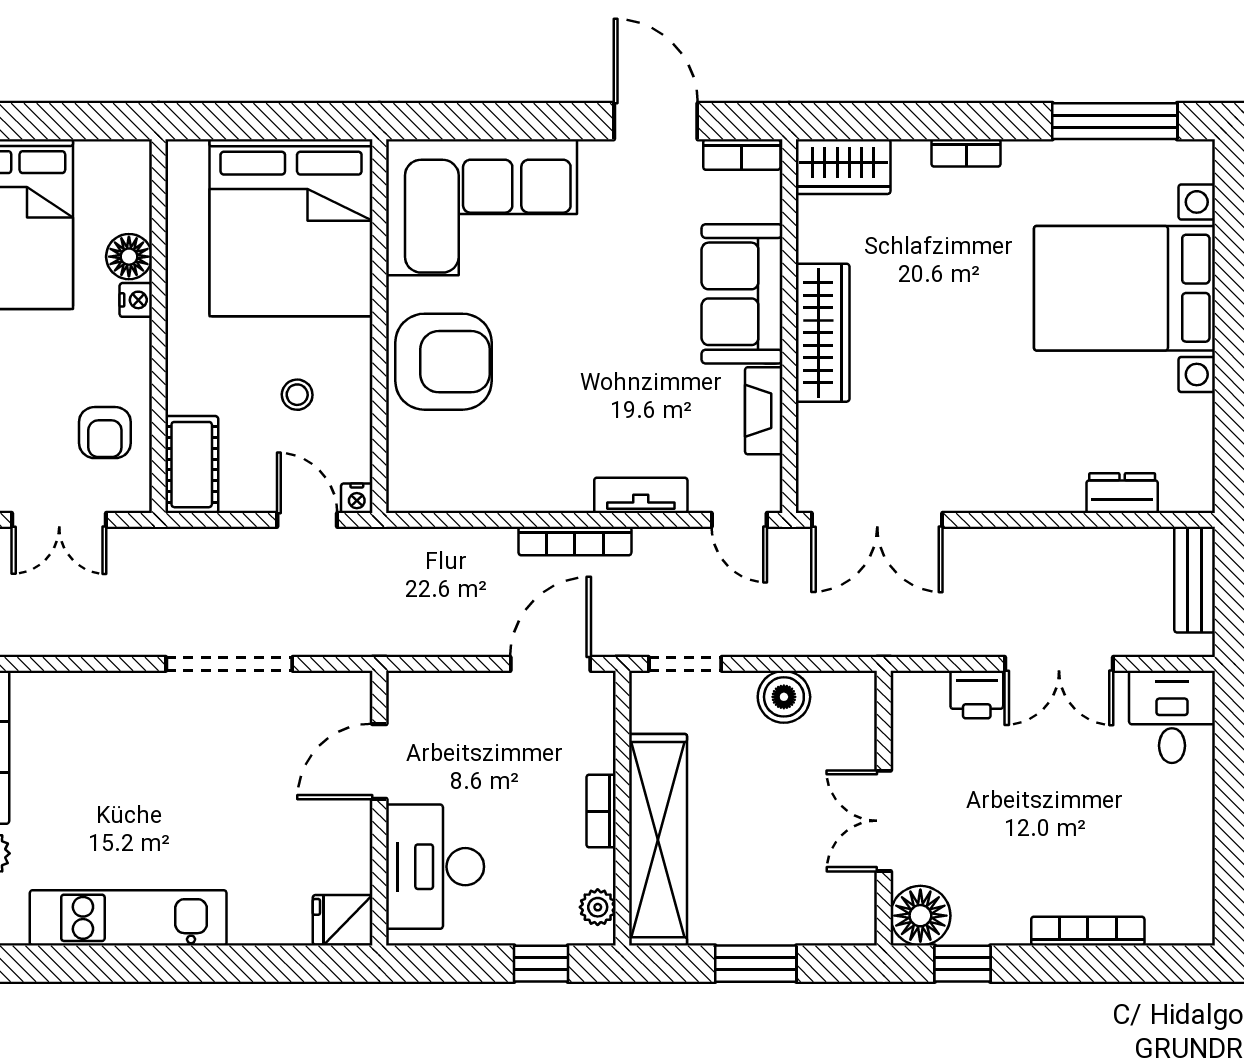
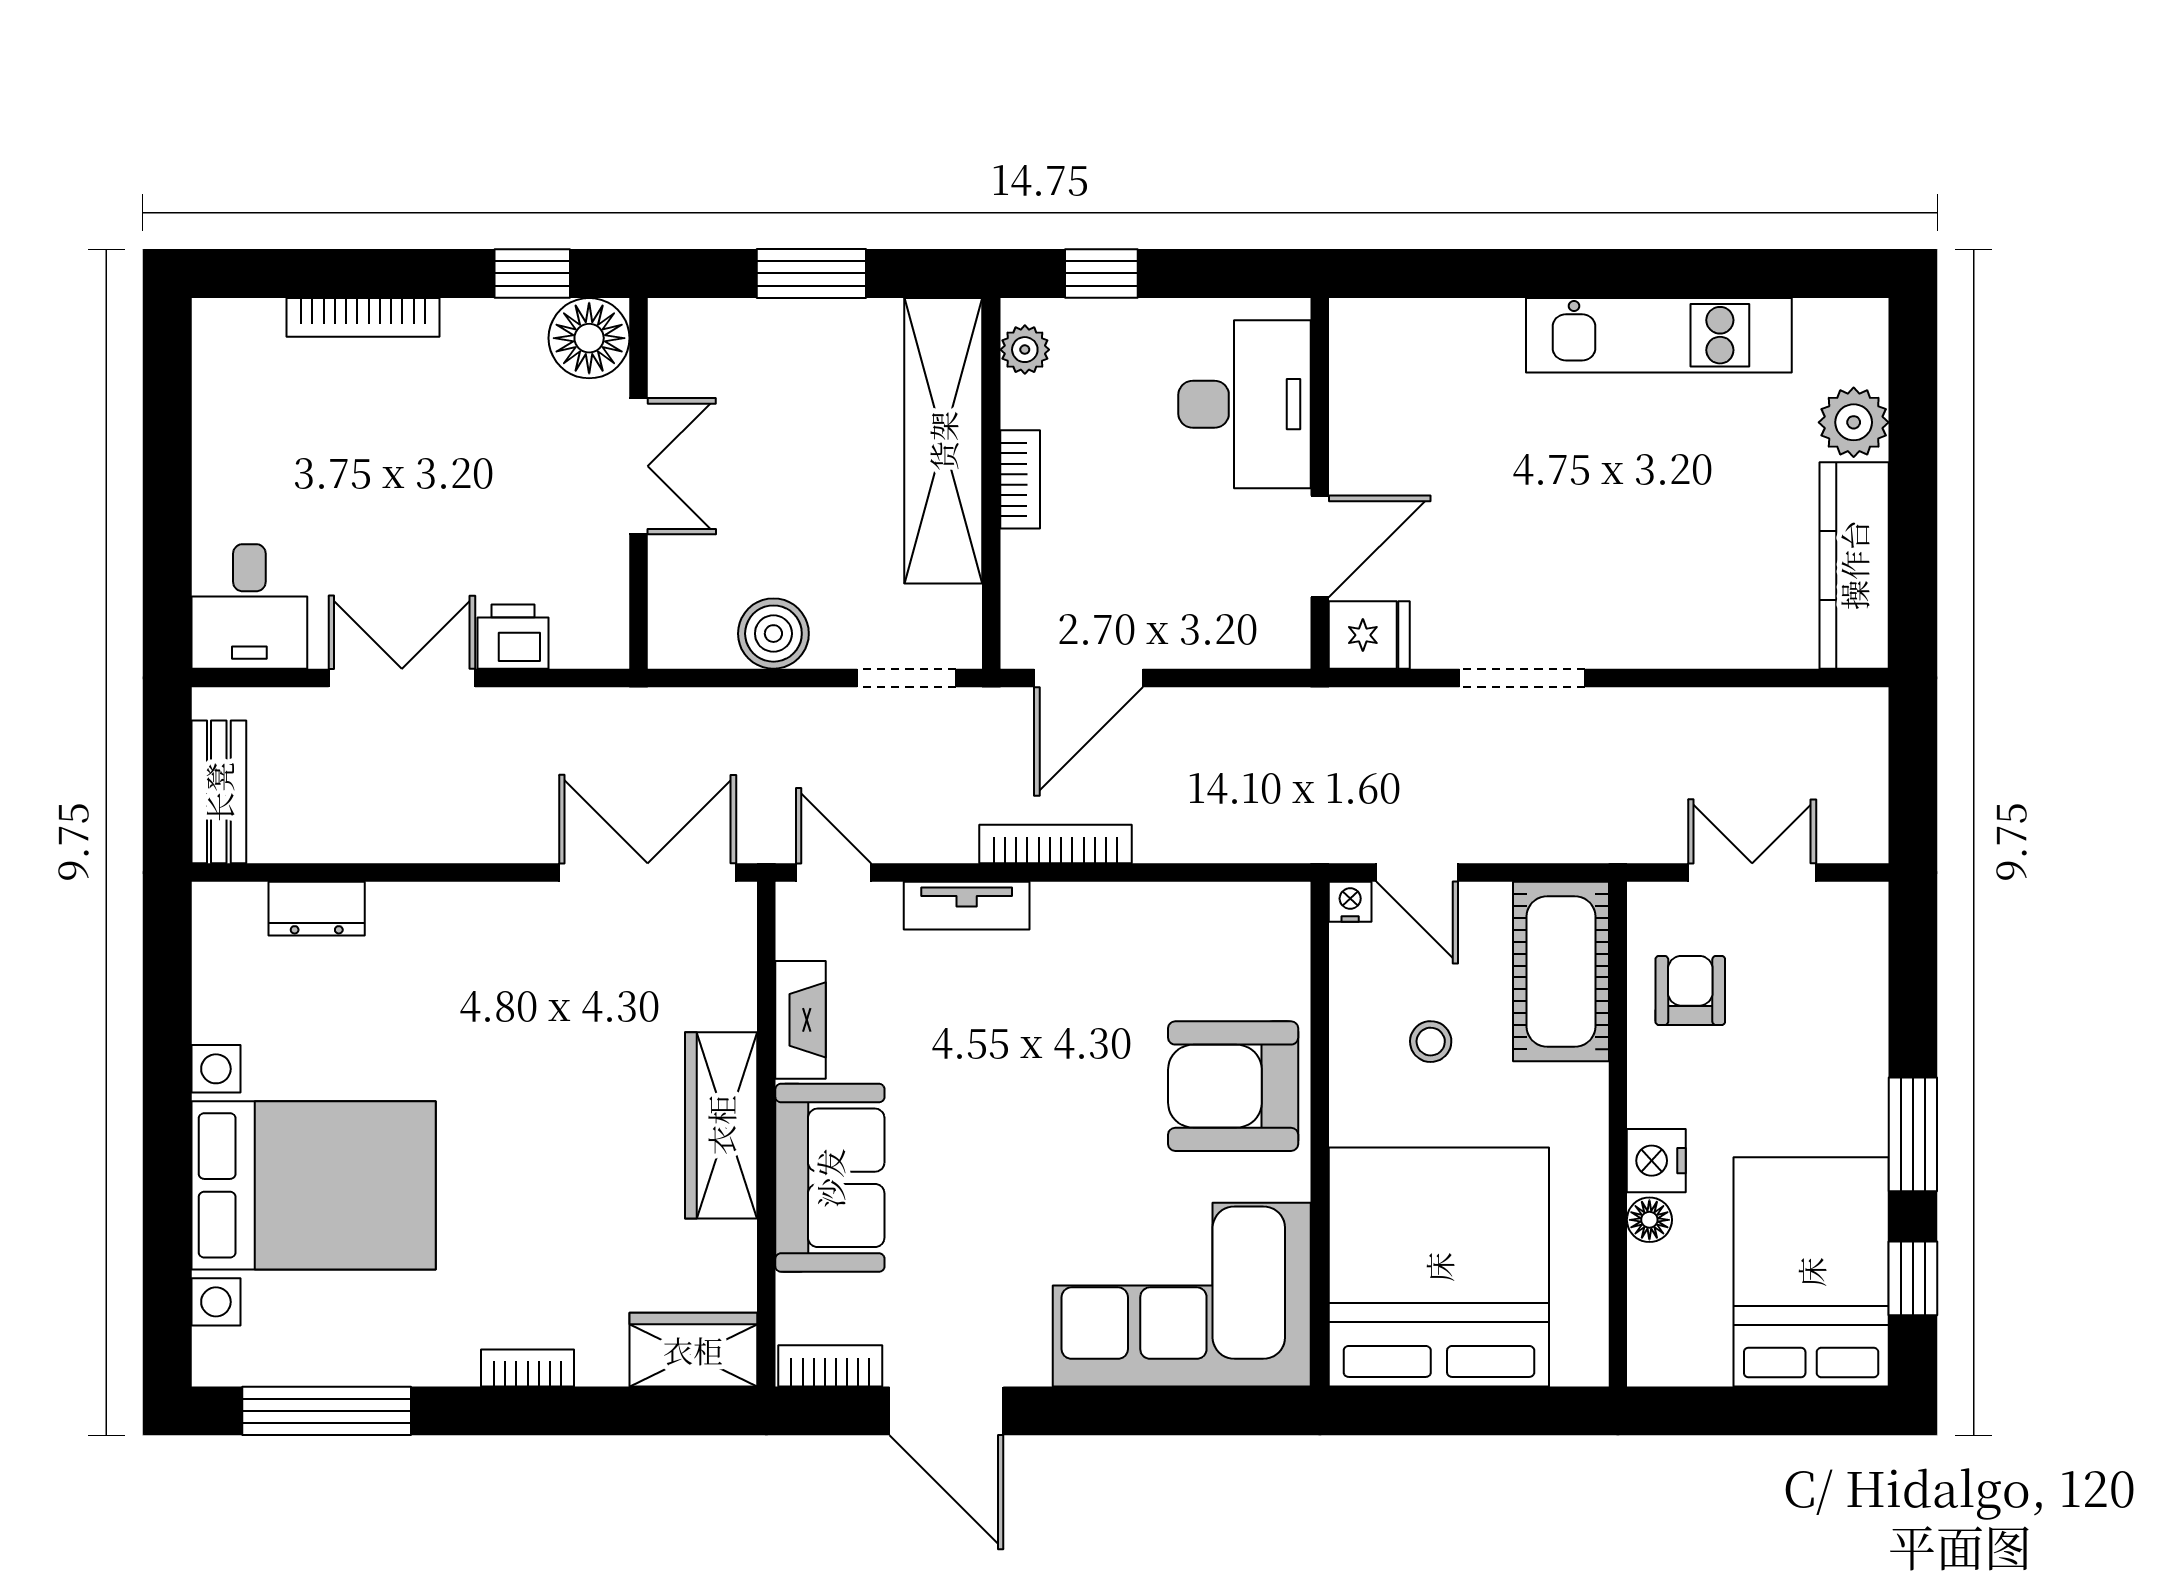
floor lamp: (129, 257) -> (1649, 1220), width x0.73, depth x0.73
nightstand: (136, 300) -> (1656, 1161), width x1.39, depth x1.35
cot: (192, 465) -> (1561, 972), width x1.37, depth x1.34
doorway: (229, 664) -> (1522, 678), width x0.73
fridge: (343, 920) -> (1369, 635), moved

